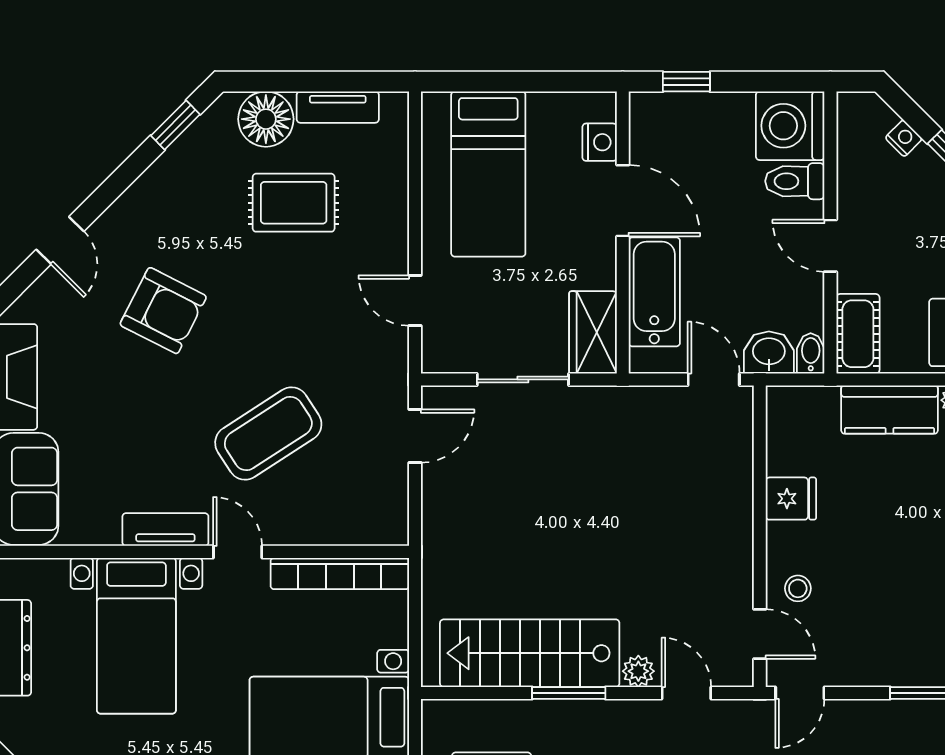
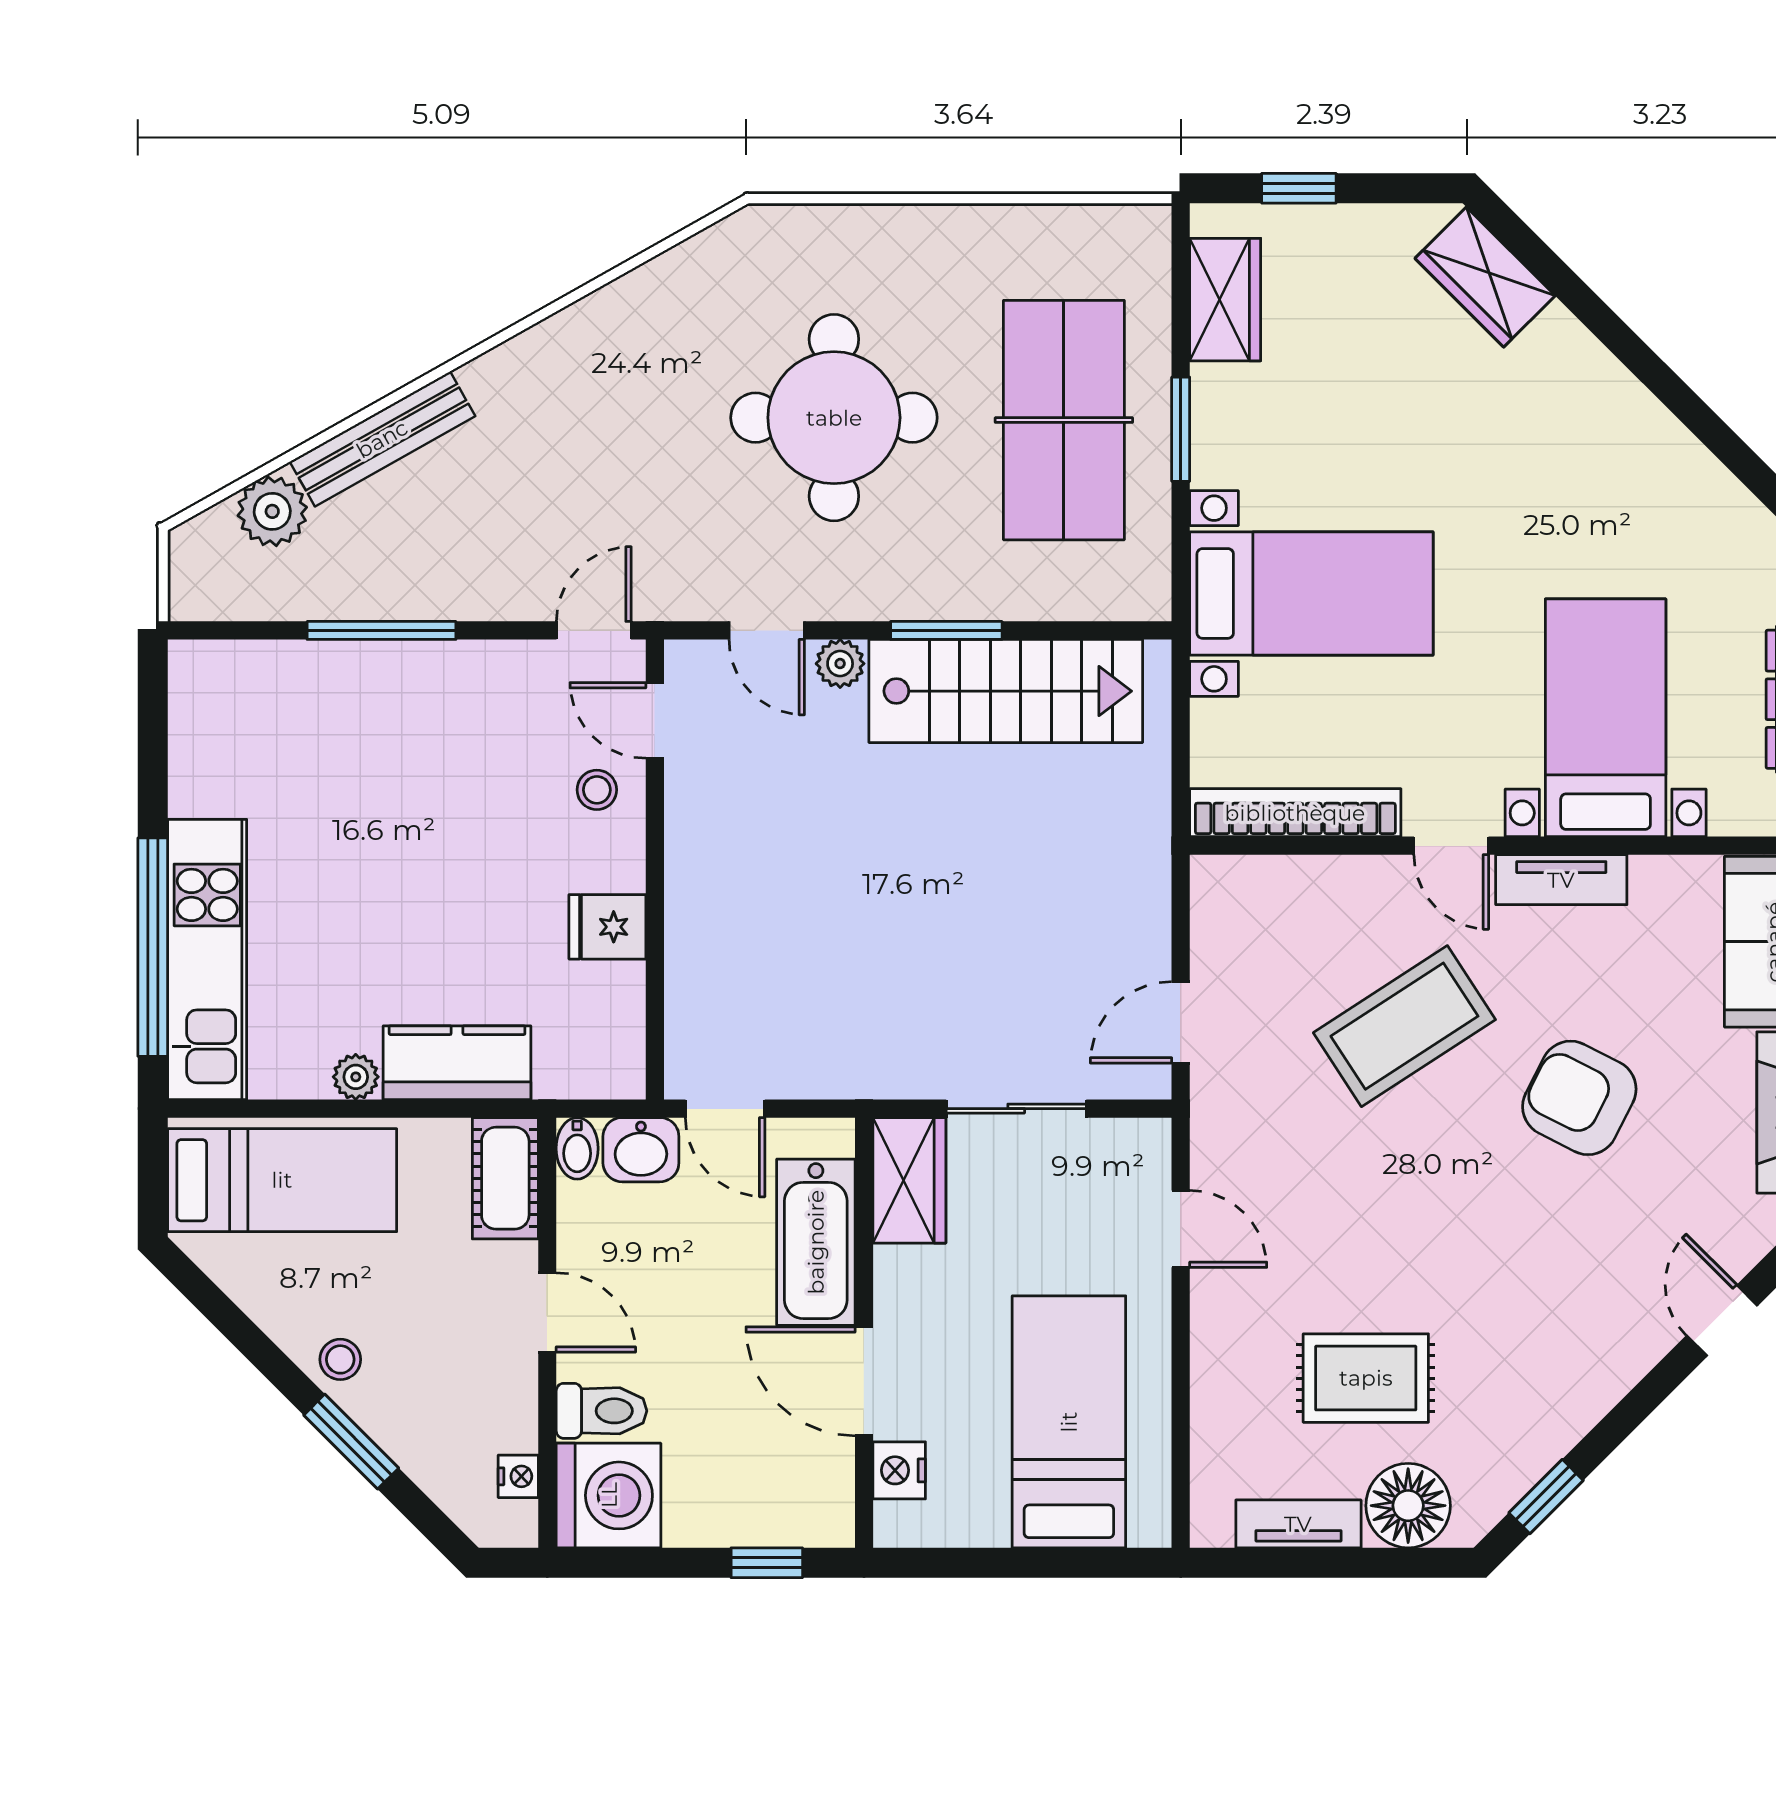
nightstand: (904, 138) -> (518, 1476), moved, turned -135
armchair: (163, 311) -> (1579, 1098), moved

